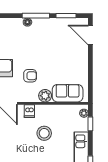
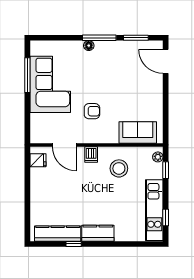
plant: (45, 96) -> (110, 136), removed
stool: (44, 133) -> (119, 168), moved

